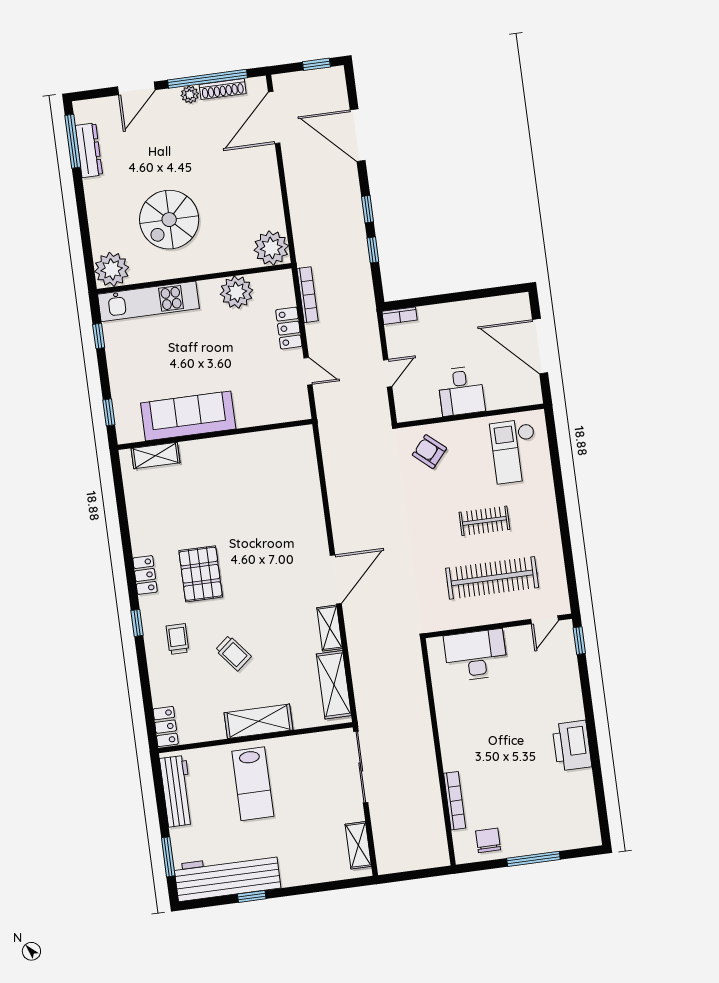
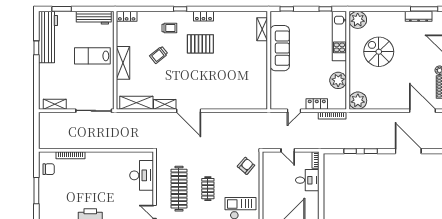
door: (358, 135) -> (408, 151), hinge flipped
desk: (461, 391) -> (307, 180), moved, turned 180

